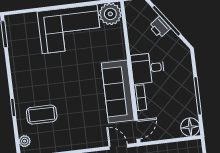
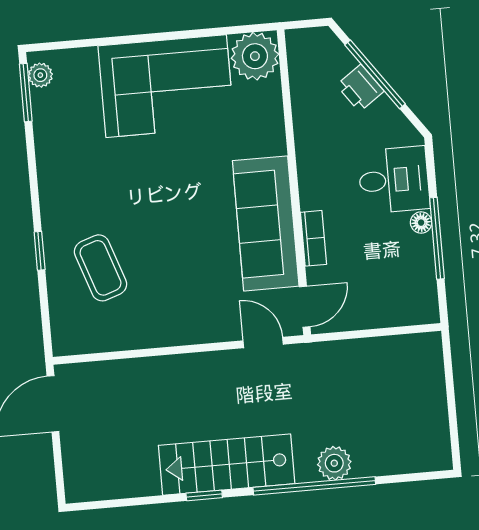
desk: (148, 68) -> (394, 180), moved, turned 180
coffee table: (42, 115) -> (100, 268), turned 71
floor lamp: (190, 127) -> (421, 223), moved, width x0.53, depth x0.53
plant: (25, 141) -> (40, 75), moved

